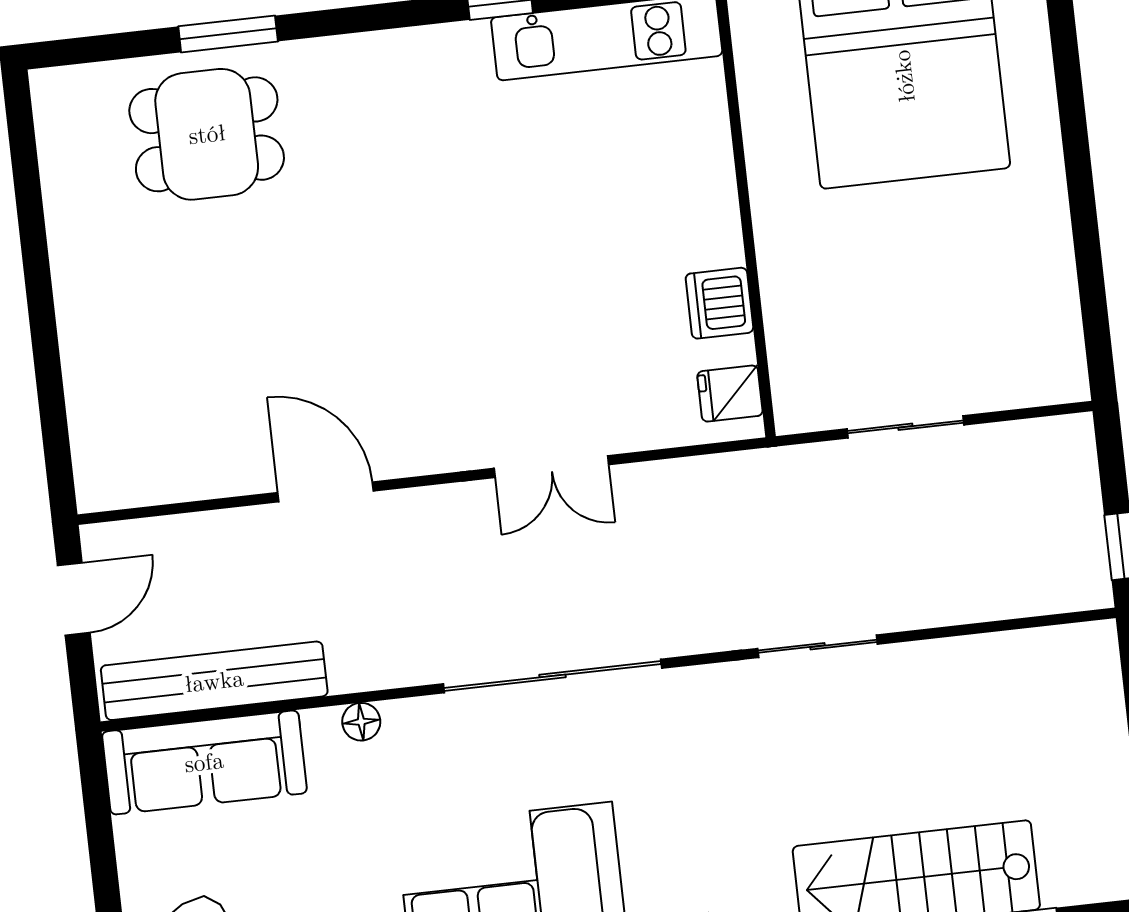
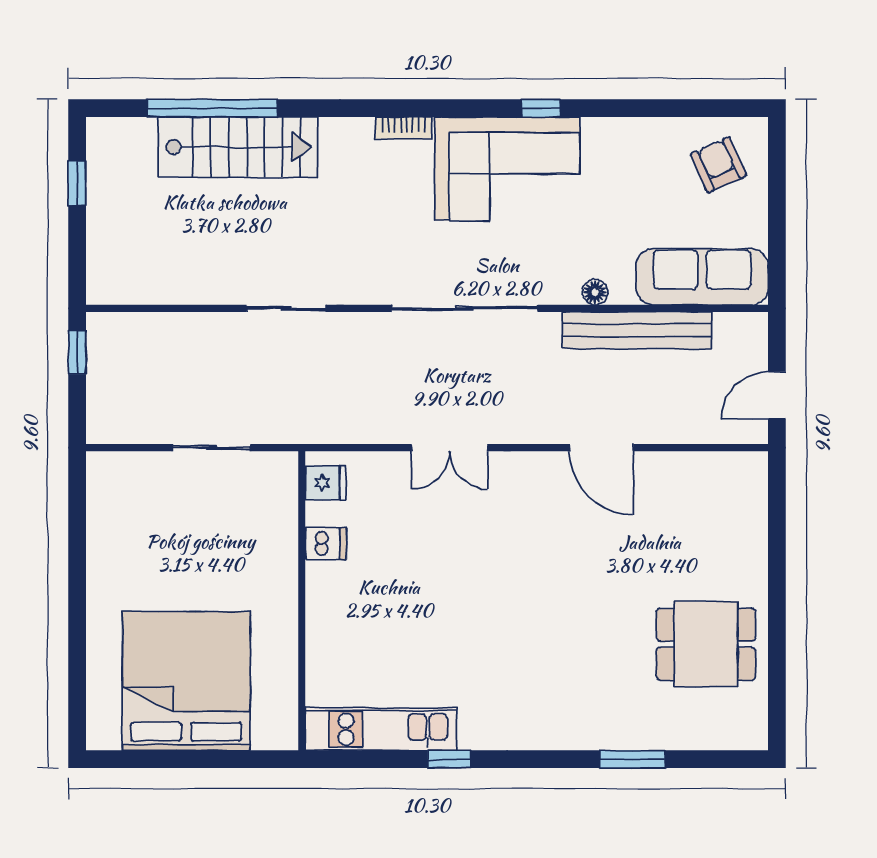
dining table: (207, 134) -> (706, 644), moved
dishwasher: (719, 303) -> (326, 544), width x0.73
double door: (551, 467) -> (450, 448), swing flipped
bench: (214, 681) -> (637, 330), moved

